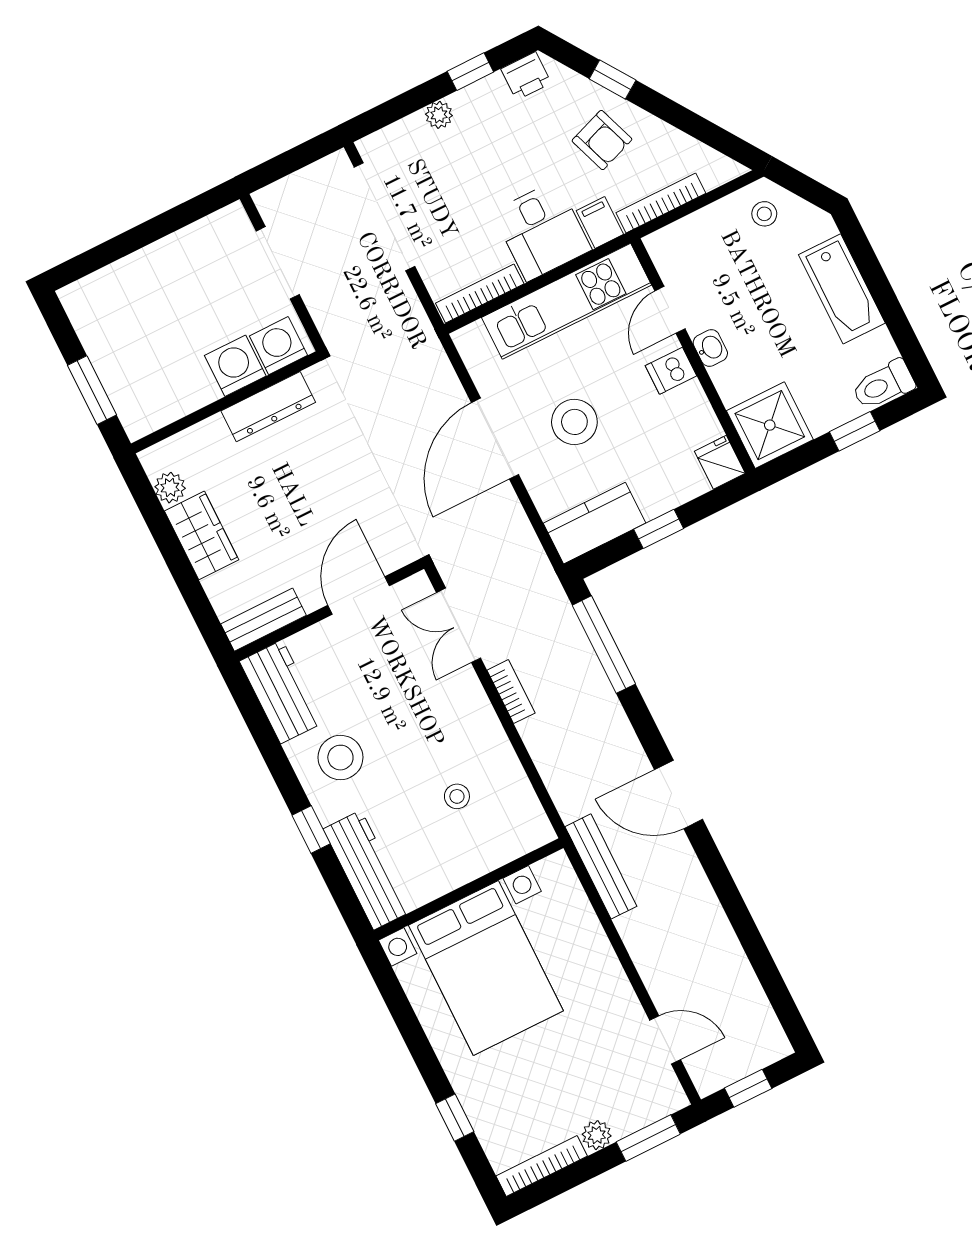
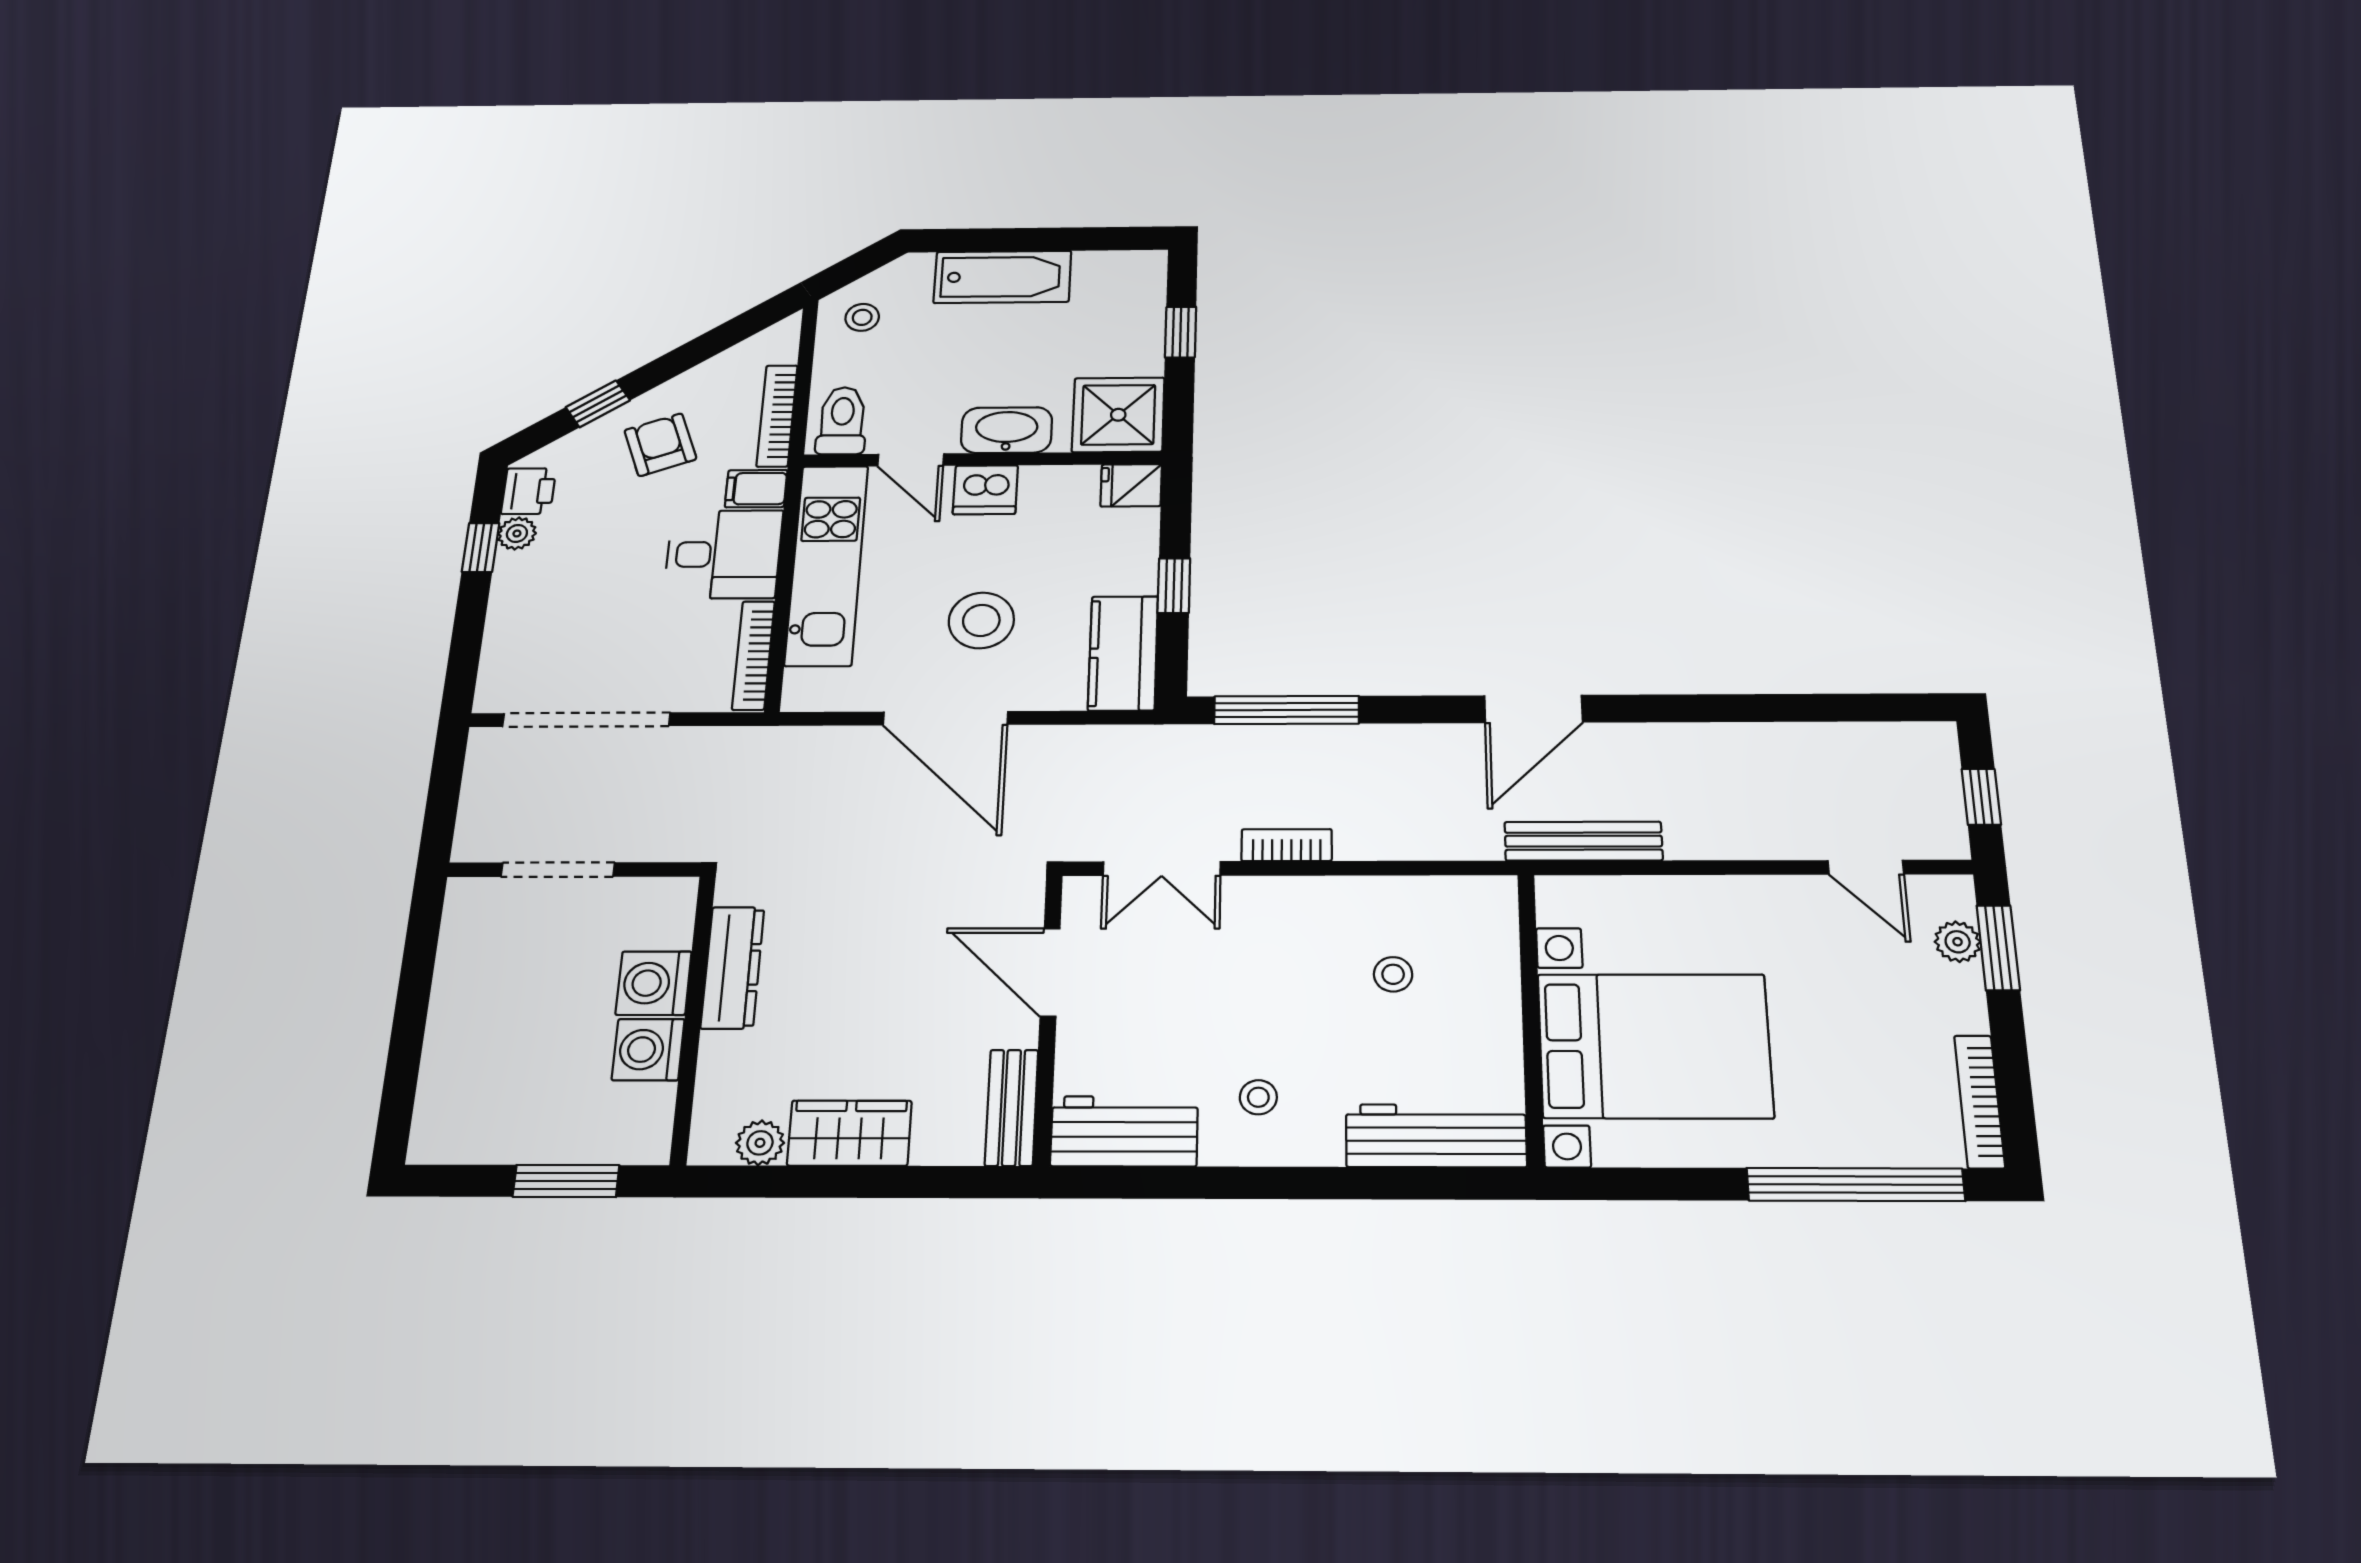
plant: (439, 115) -> (517, 533), moved
armchair: (602, 140) -> (660, 445), turned -90
washing machine: (278, 346) -> (648, 1050), moved
washbasin: (710, 348) -> (1007, 430), width x1.91, depth x1.45
dishwasher: (671, 371) -> (985, 490), width x1.38
toilet: (883, 385) -> (842, 421), moved, turned 180
stool: (340, 758) -> (1258, 1097), width x0.53, depth x0.53
window: (311, 830) -> (1339, 1183), removed
door: (665, 1040) -> (1866, 867), swing flipped
window: (455, 1118) -> (1856, 1185), width x3.17
plant: (597, 1135) -> (1958, 942), moved

